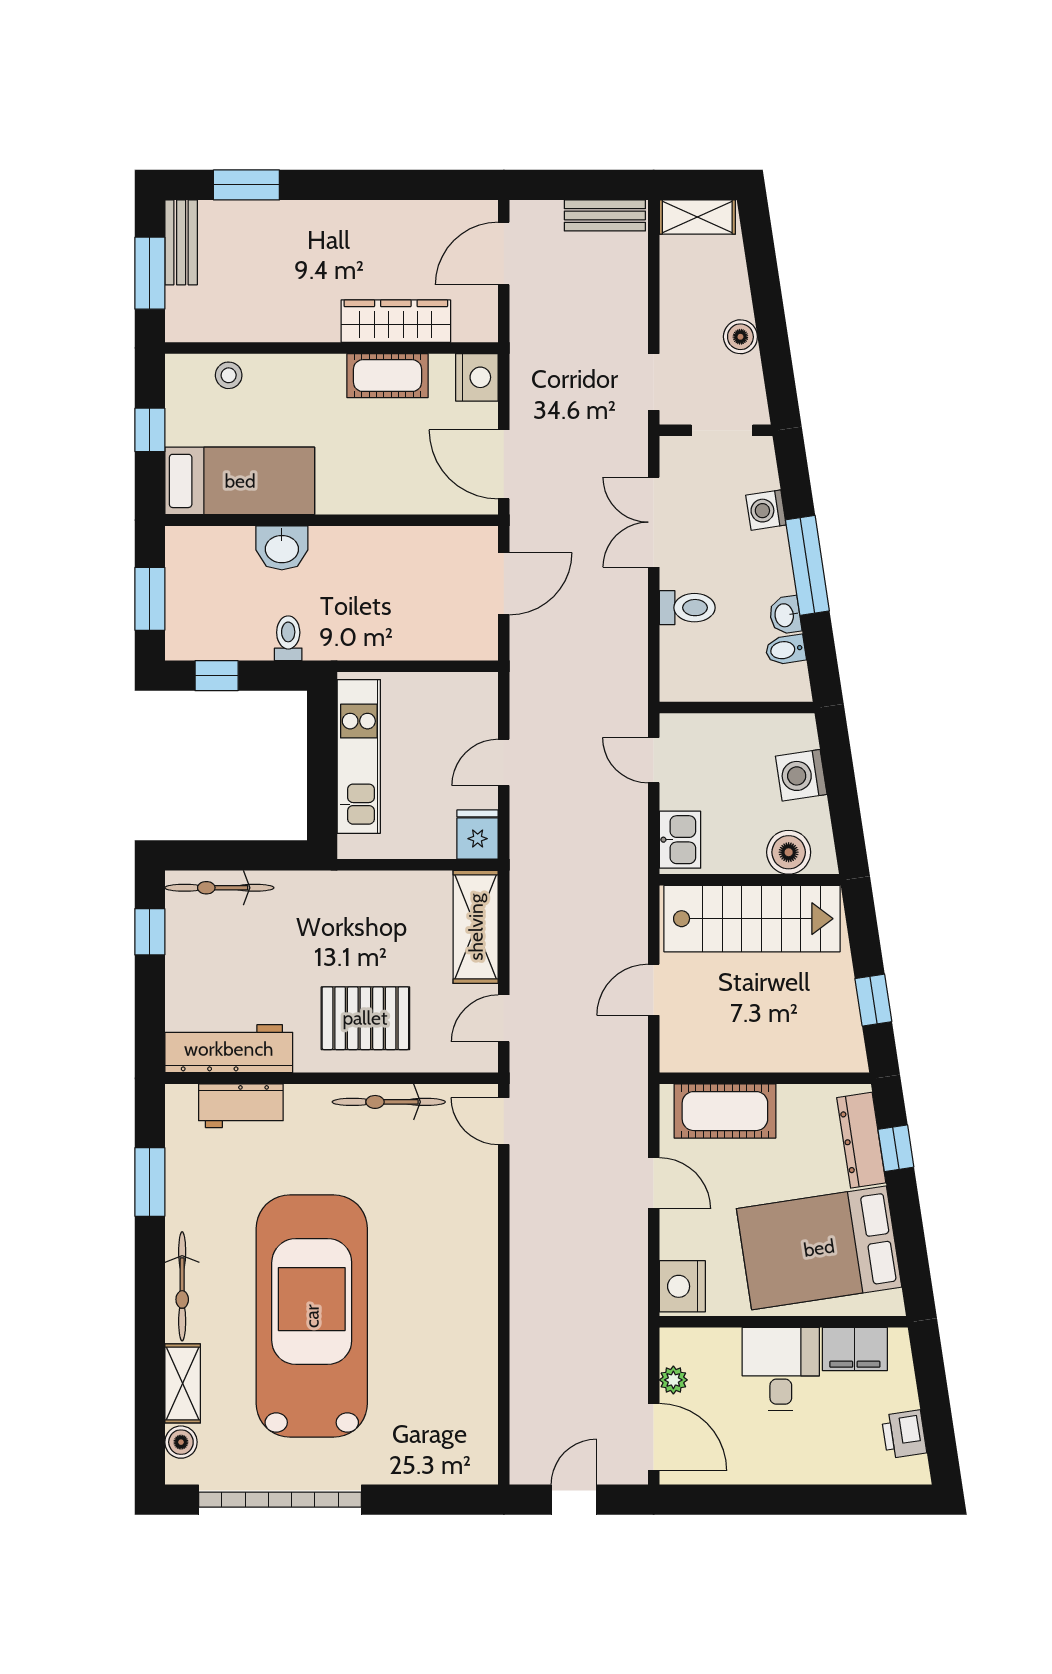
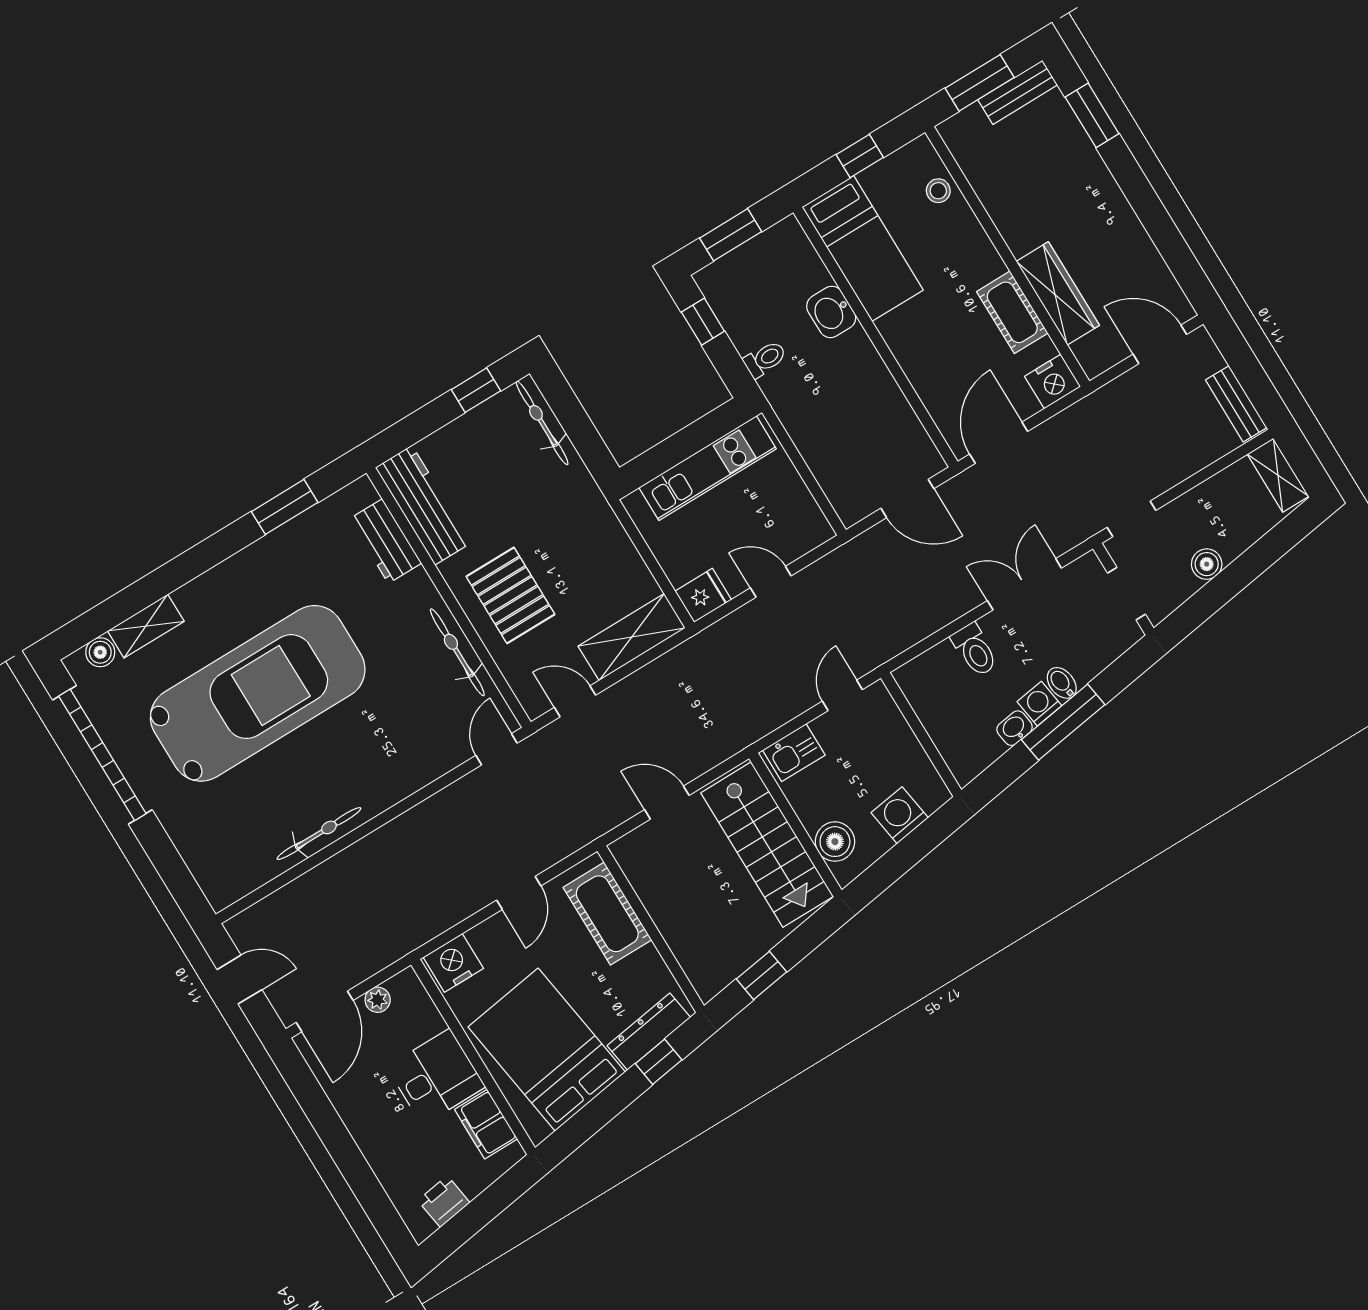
washing machine: (766, 510) -> (1039, 704), moved
bidet: (785, 650) -> (1062, 683), moved
bicycle: (182, 1286) -> (319, 834), moved, turned 180

